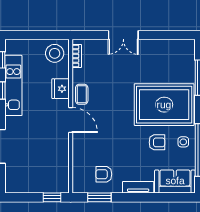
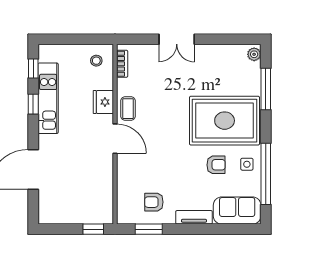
plant: (189, 48) -> (254, 54), added
stool: (55, 53) -> (96, 61), width x0.53, depth x0.53

